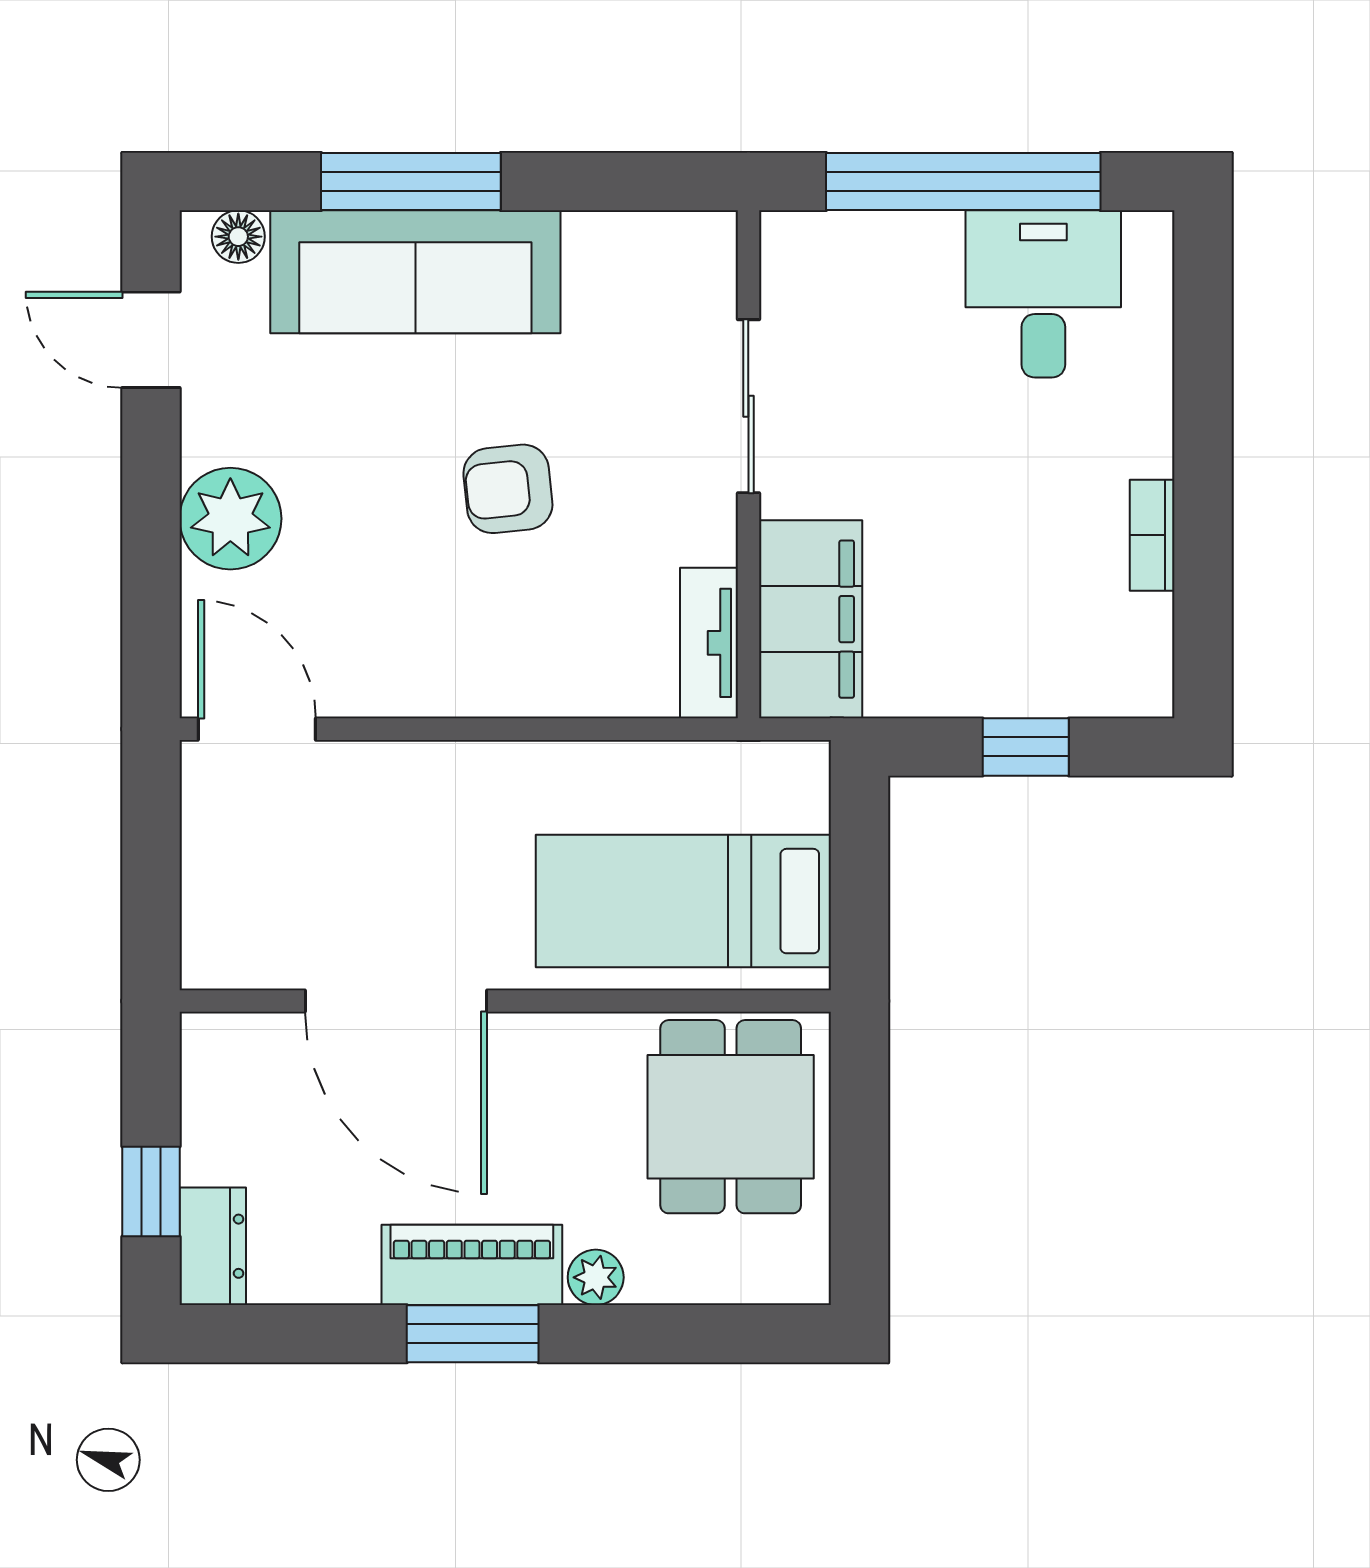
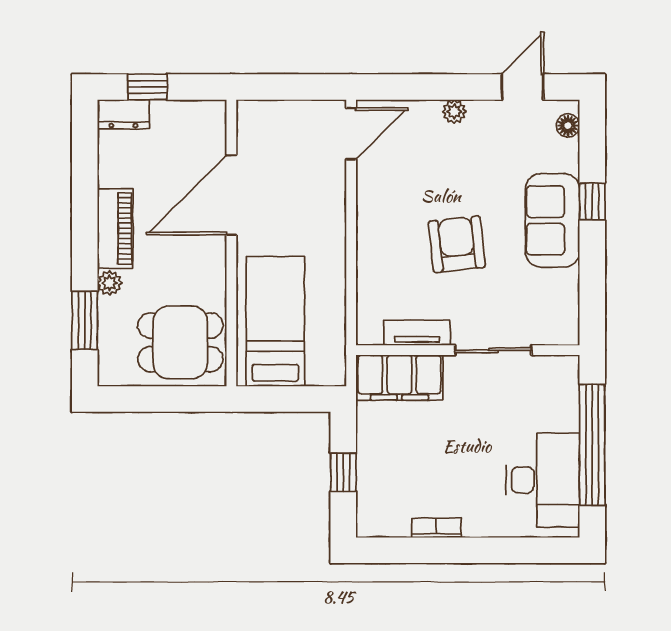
window: (411, 182) -> (592, 201), width x0.46
sofa: (415, 272) -> (552, 220), width x0.73
desk: (1043, 294) -> (543, 480), width x1.37
armchair: (508, 489) -> (457, 244), width x1.38, depth x1.38
plant: (230, 519) -> (454, 112), width x0.53, depth x0.53
tv unit: (709, 643) -> (417, 333), moved
window: (473, 1334) -> (85, 320), moved

